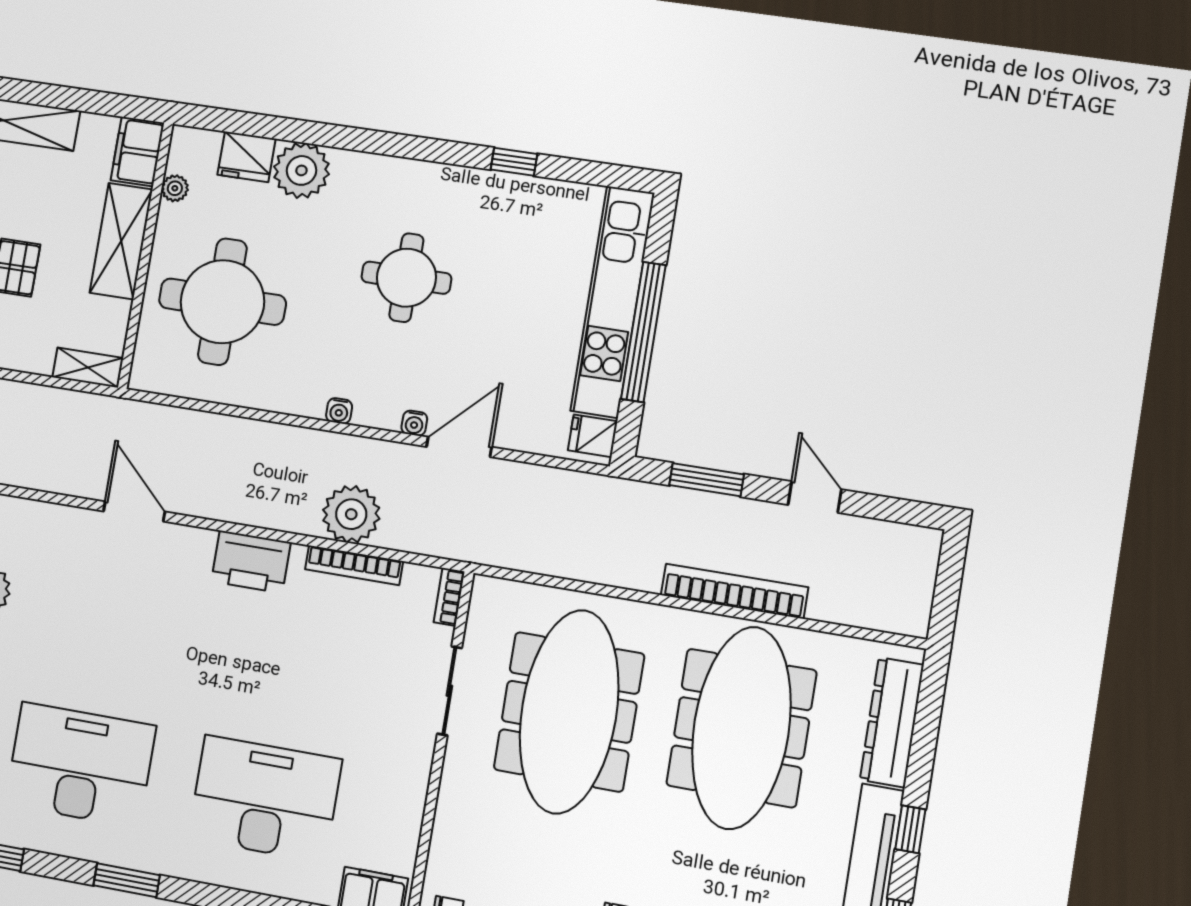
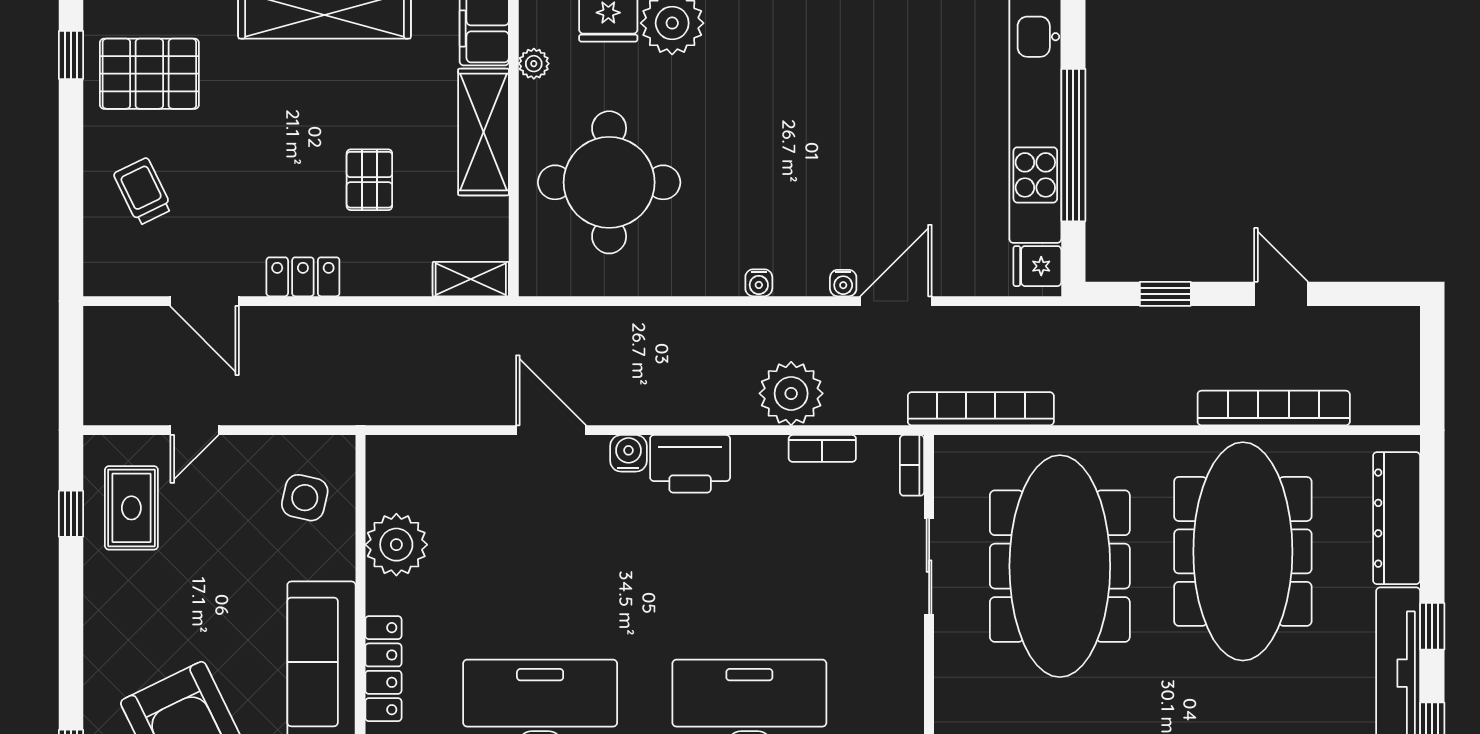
round table: (406, 278) -> (808, 125), removed
window: (707, 480) -> (1165, 294), width x0.67
water cooler: (198, 543) -> (628, 453), added
bookcase: (520, 556) -> (981, 409), added
bookcase: (354, 565) -> (822, 448), width x0.64
bookcase: (734, 591) -> (1274, 408), moved

